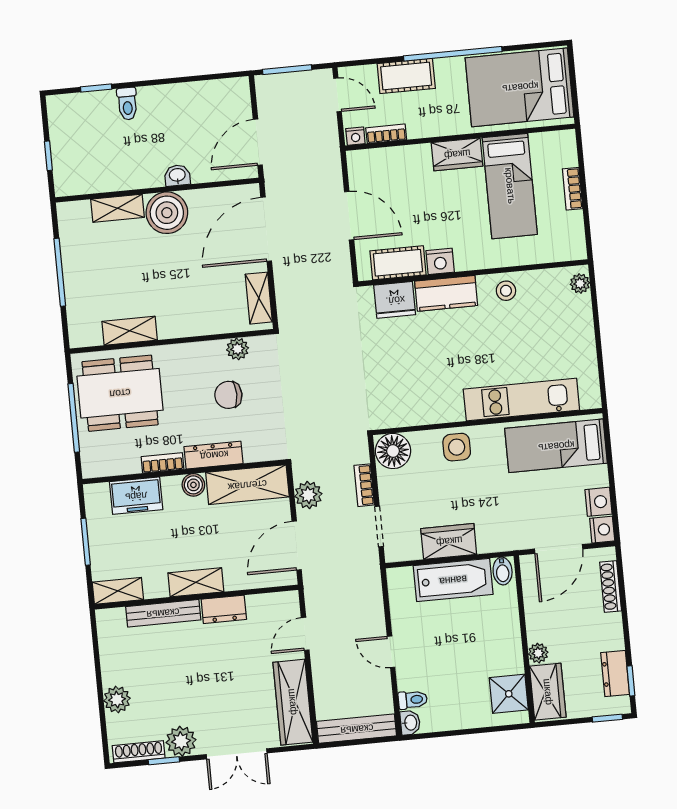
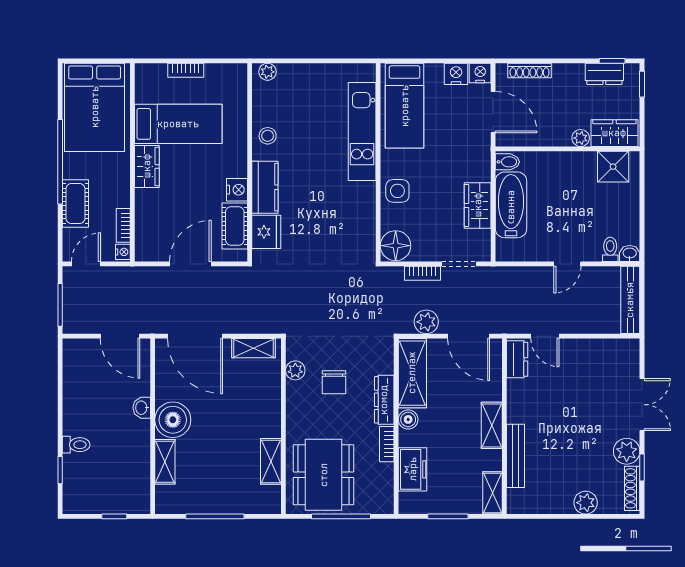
dresser: (224, 609) -> (517, 359), moved
wardrobe: (293, 702) -> (602, 352), removed

